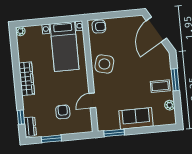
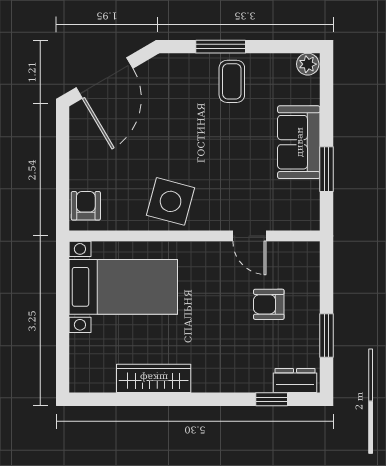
door: (156, 29) -> (104, 78), hinge flipped
plant: (20, 31) -> (80, 382), removed
wardrobe: (27, 79) -> (154, 378), moved
plant: (170, 105) -> (308, 64), moved
window: (114, 133) -> (326, 169), moved

